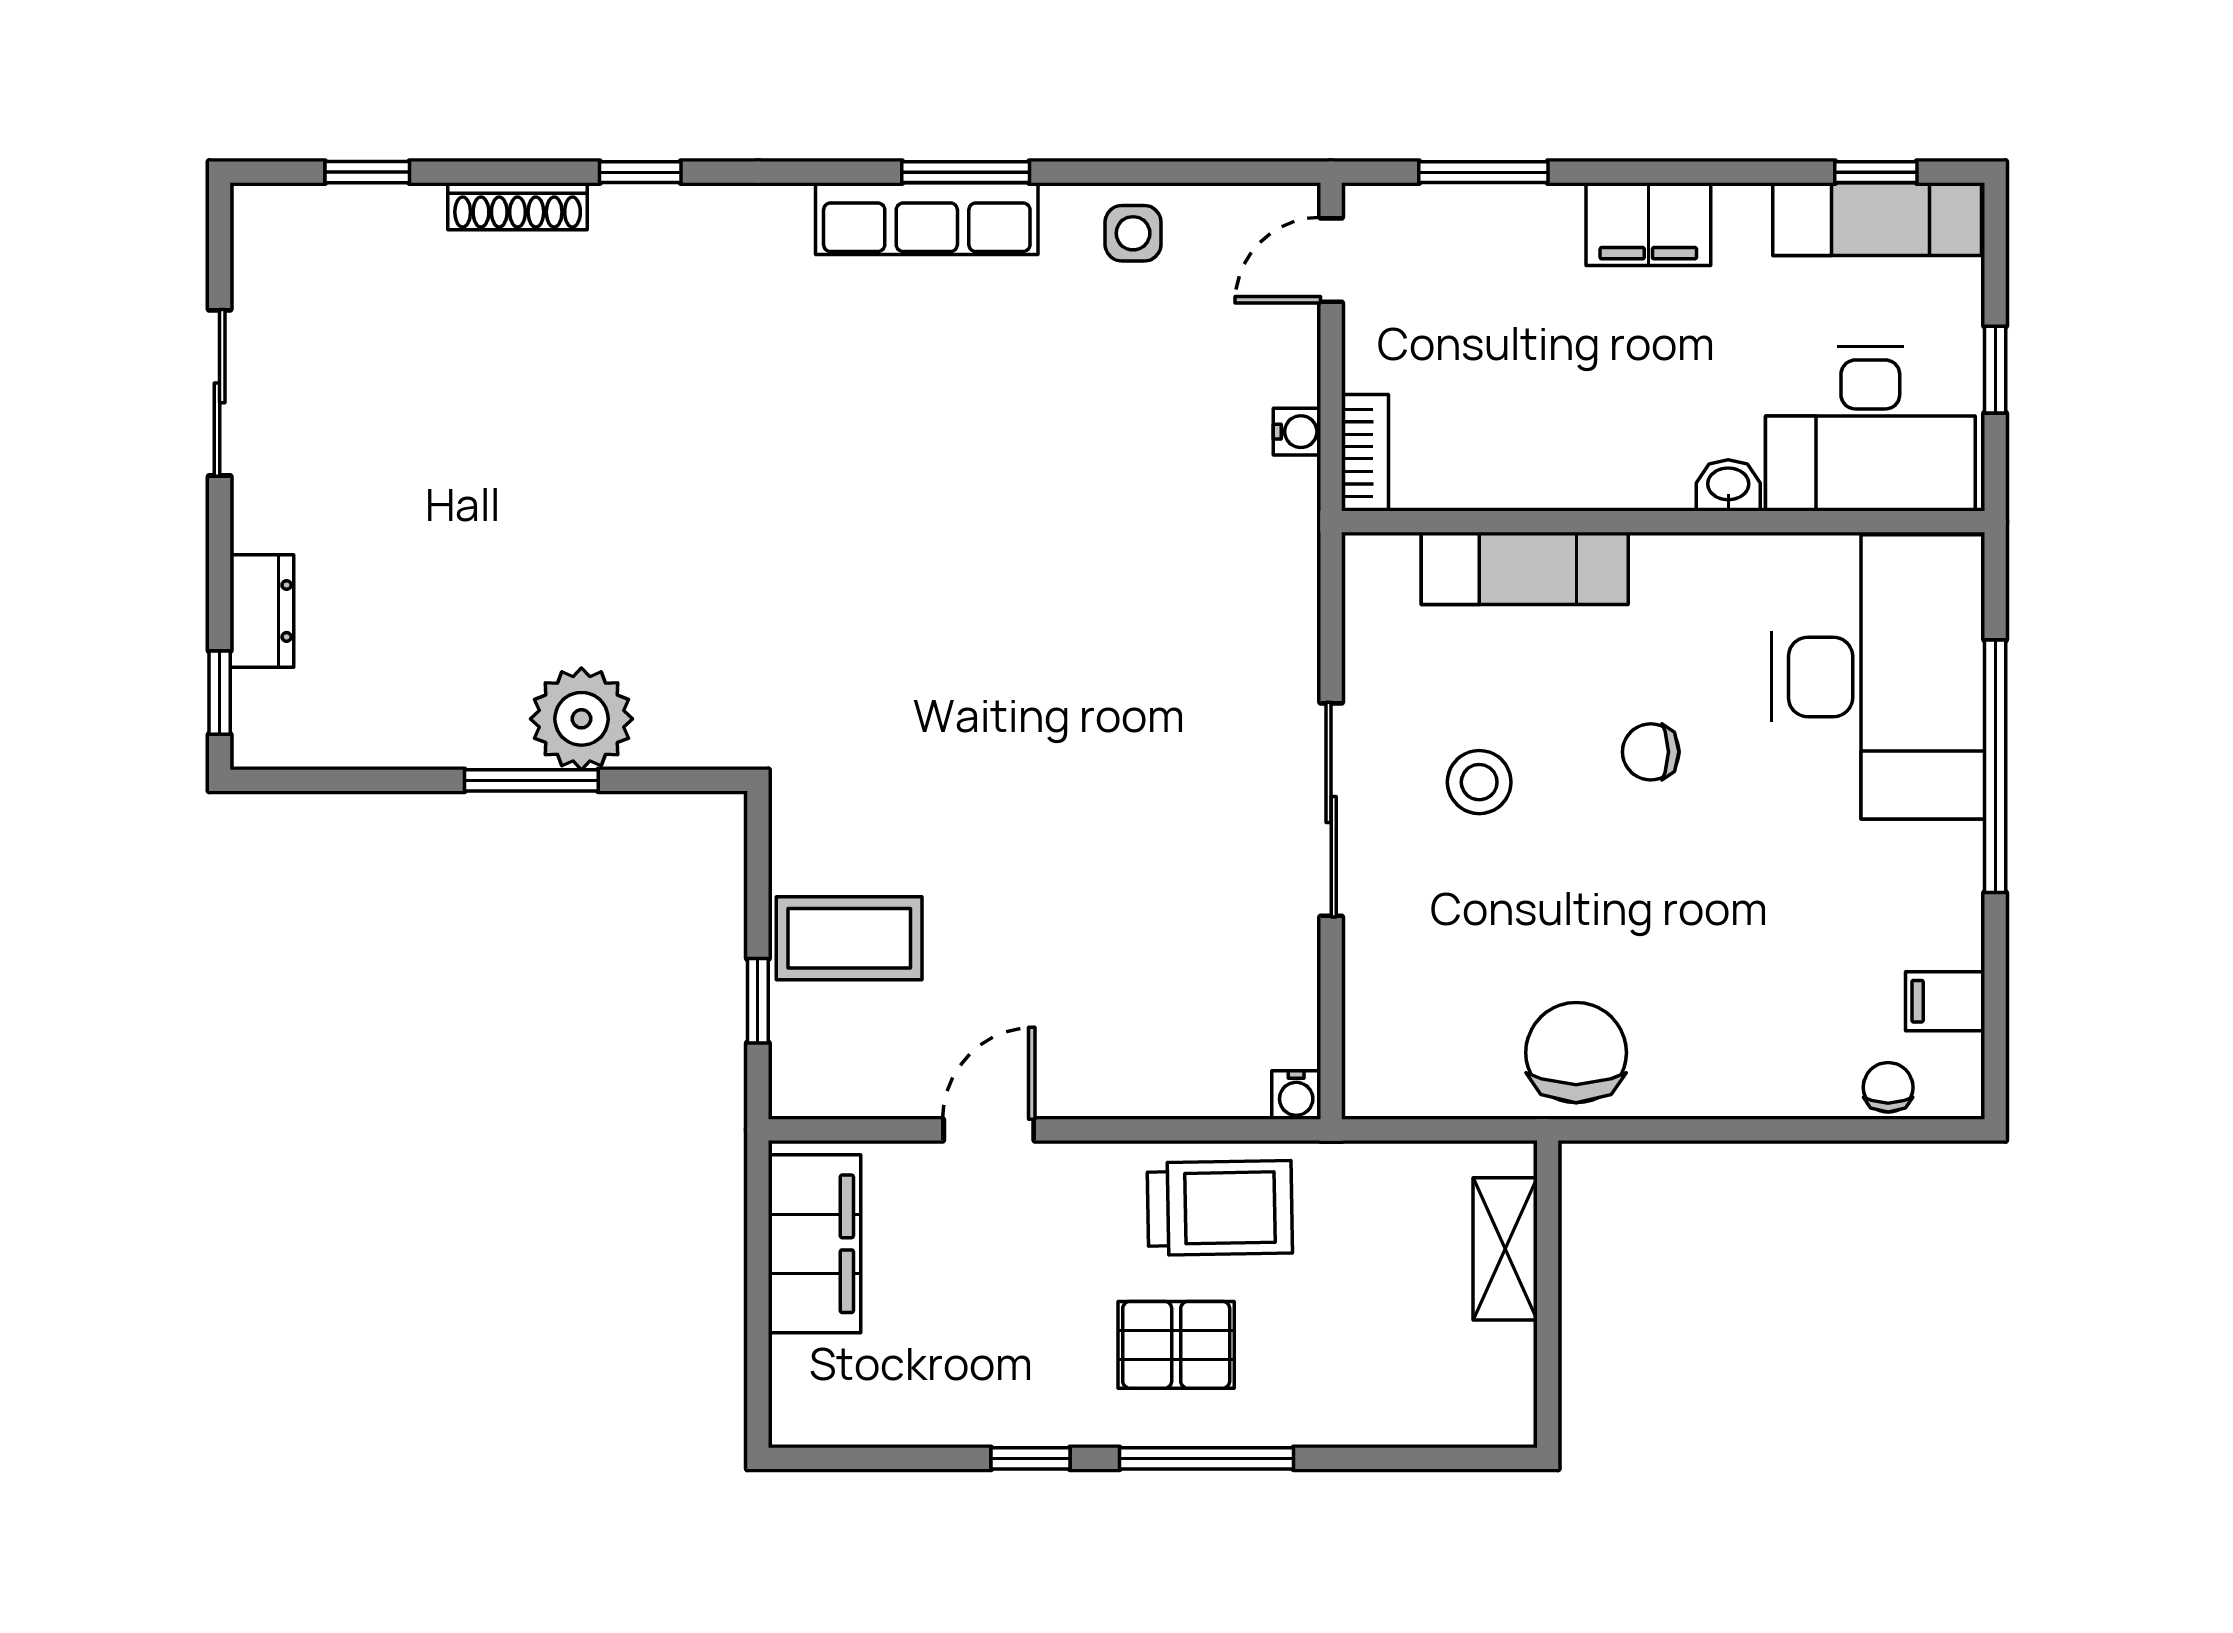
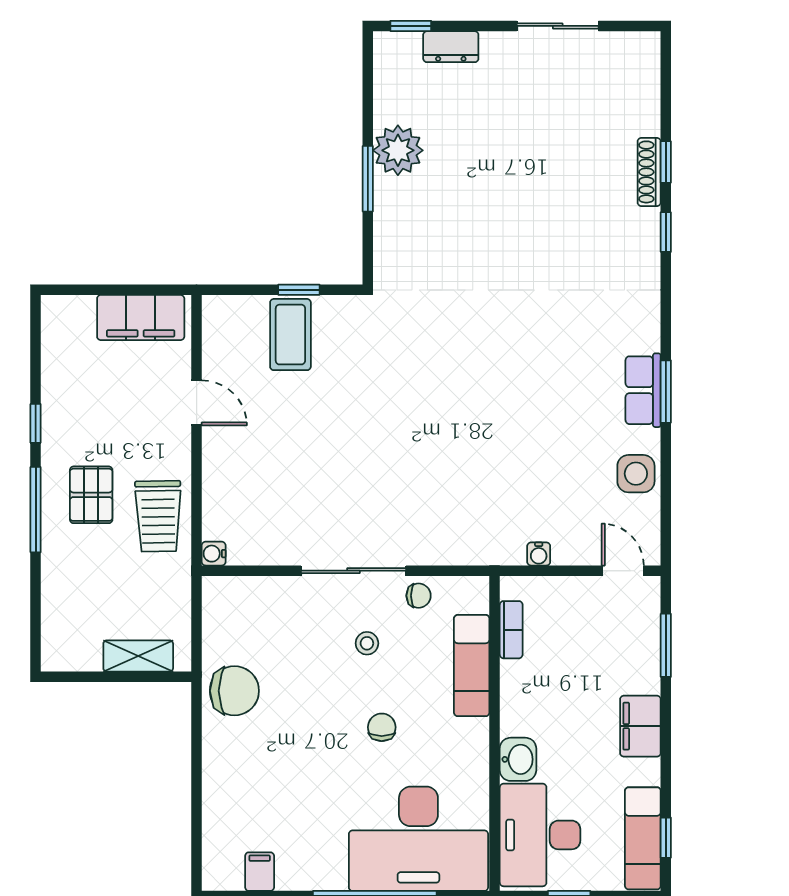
window: (367, 172) -> (666, 162), moved
row of seats: (927, 219) -> (643, 390), width x0.68
side table: (1133, 233) -> (636, 474), width x1.37, depth x1.37
bookcase: (1365, 453) -> (511, 630), moved, turned -90
washbasin: (1728, 485) -> (518, 759), width x1.38, depth x1.45
plant: (581, 719) -> (398, 150), moved
stool: (1479, 782) -> (367, 643), width x0.73, depth x0.73
window: (758, 1001) -> (299, 290), moved
chair: (1888, 1087) -> (419, 596), moved

